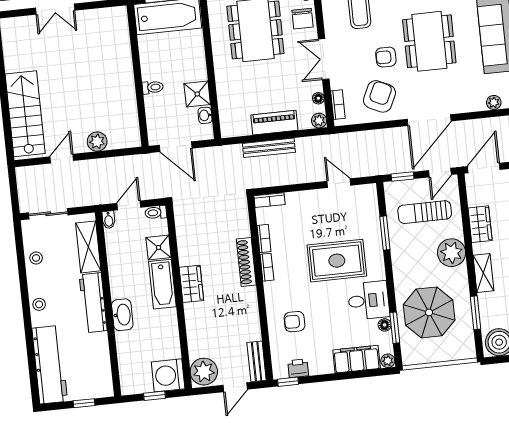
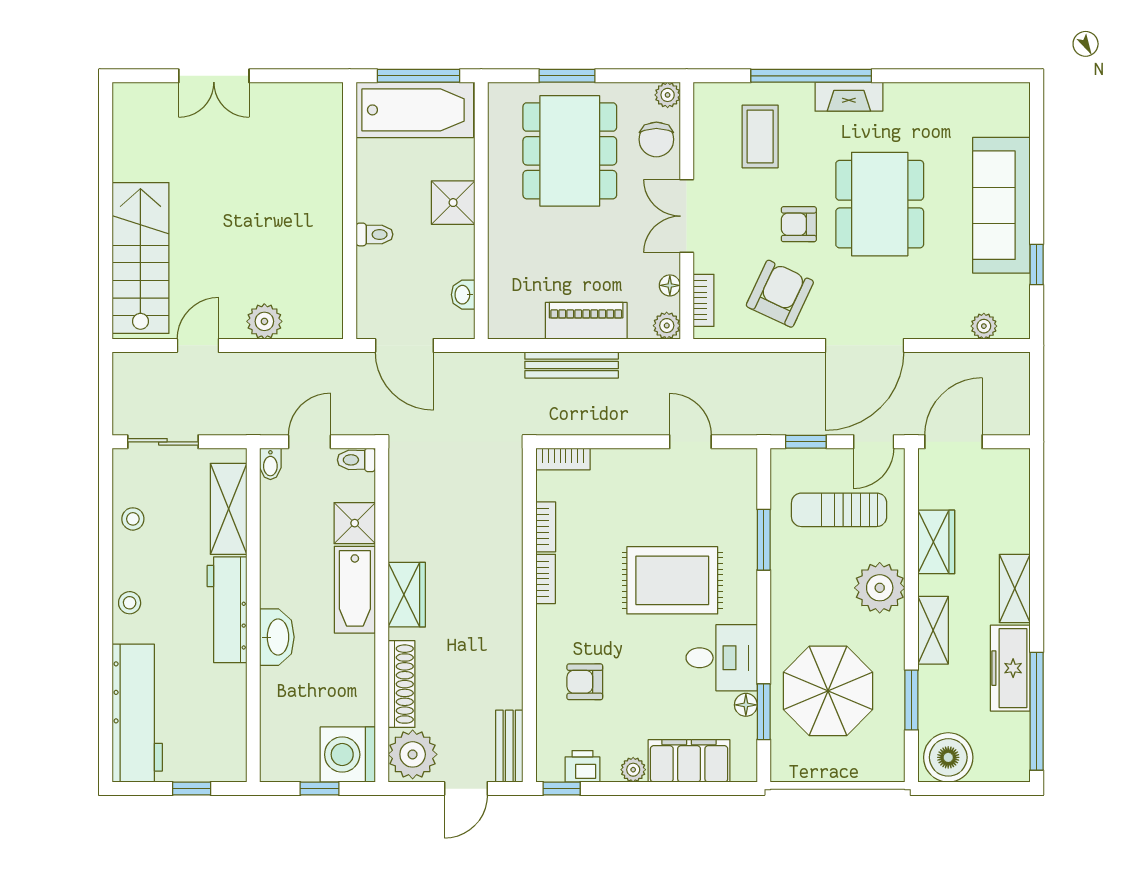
shower: (197, 94) -> (453, 203), moved
shoe rack: (246, 262) -> (402, 684), moved, turned 180
plant: (388, 361) -> (633, 770), moved

